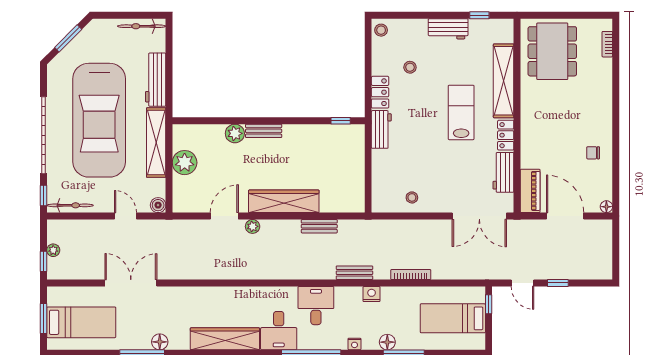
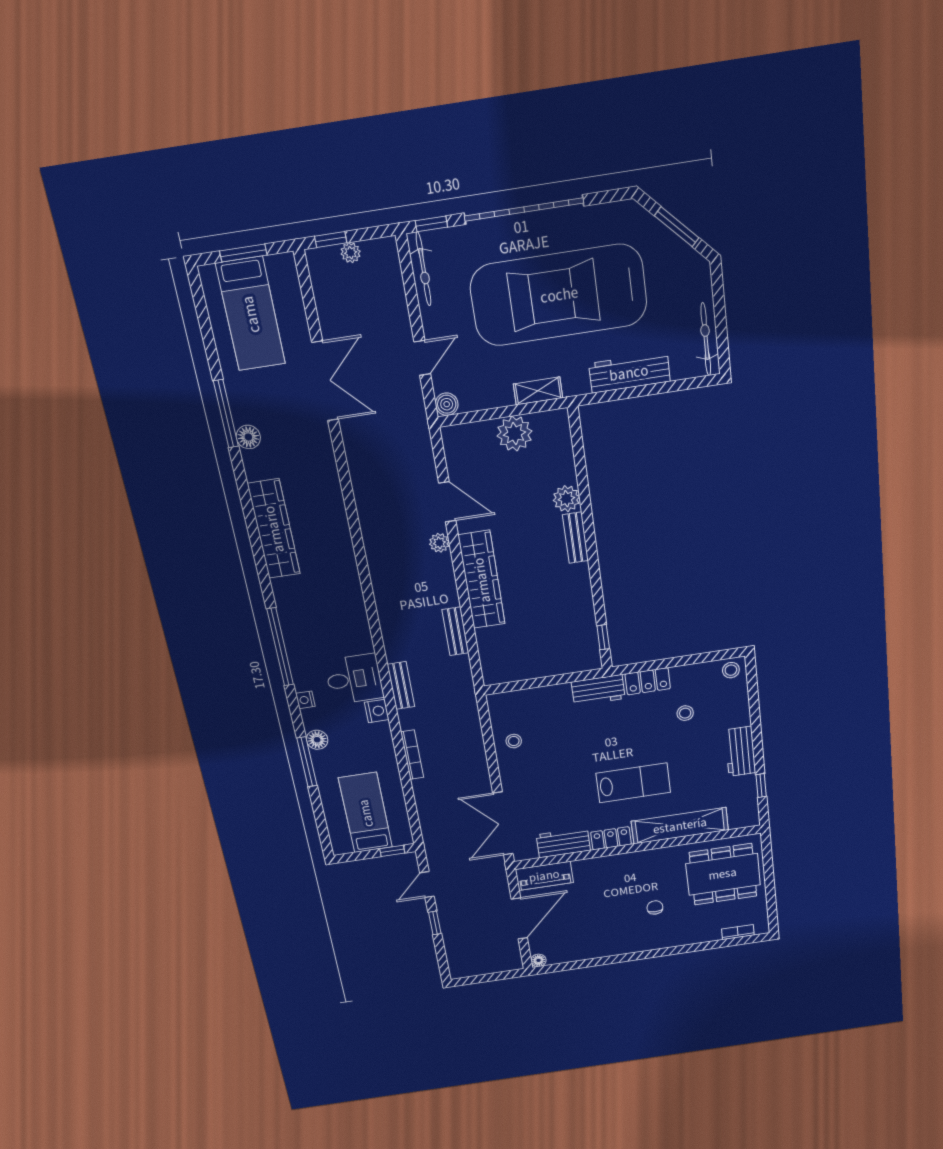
shelving: (156, 143) -> (538, 391), width x0.45, depth x0.75
chair: (593, 153) -> (655, 907), moved
desk: (316, 306) -> (354, 679), moved
desk: (279, 331) -> (302, 600), removed

